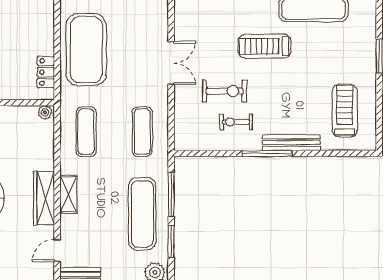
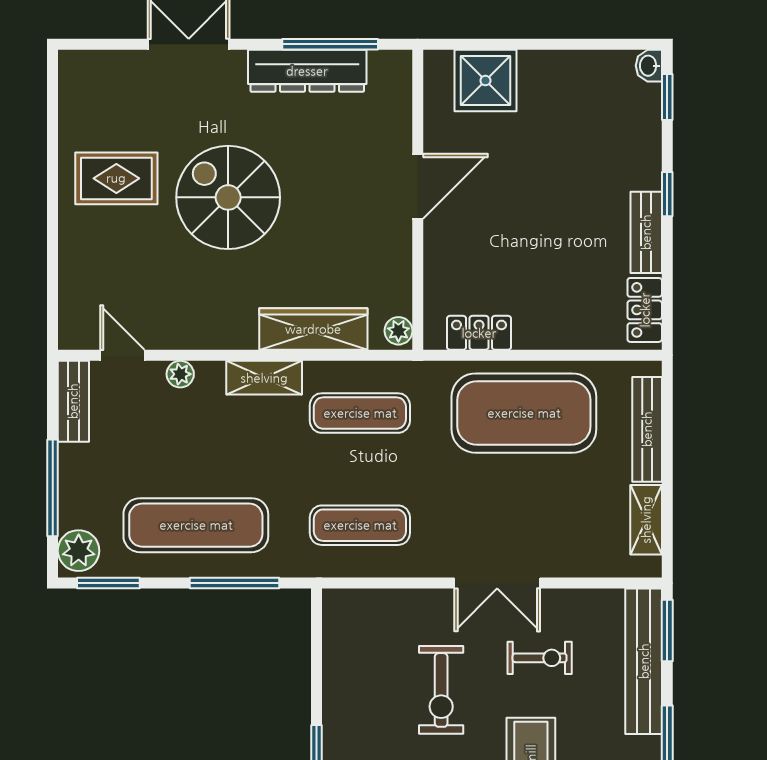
exercise bike: (236, 122) -> (540, 658), moved, turned 90
shelving: (68, 194) -> (264, 378), moved
wardrobe: (44, 198) -> (313, 329), moved
plant: (67, 222) -> (180, 374), added
window: (171, 242) -> (108, 583), moved

